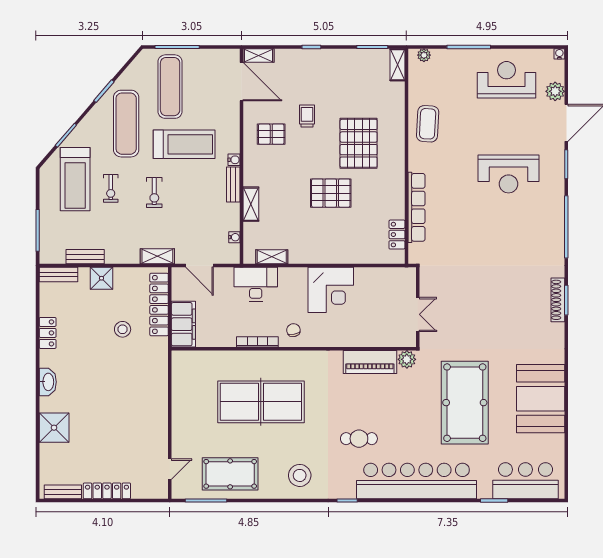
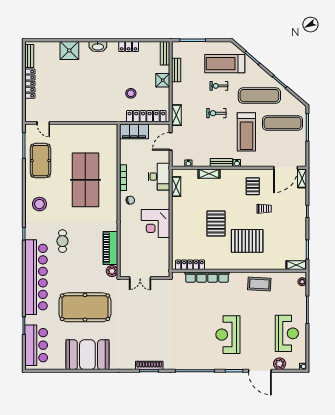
locker: (397, 235) -> (190, 265), width x1.53

